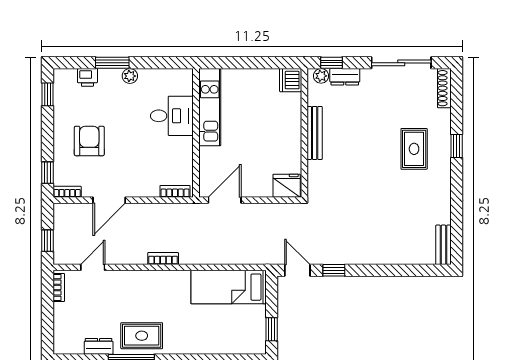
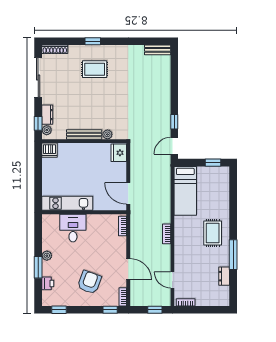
armchair: (89, 141) -> (89, 282), turned 110
plant: (315, 168) -> (107, 134), added
rug: (142, 336) -> (213, 233), moved

